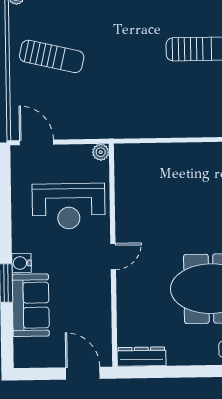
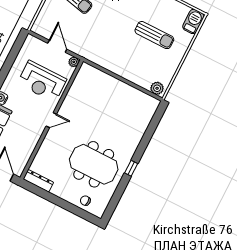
door: (36, 142) -> (57, 46), moved

